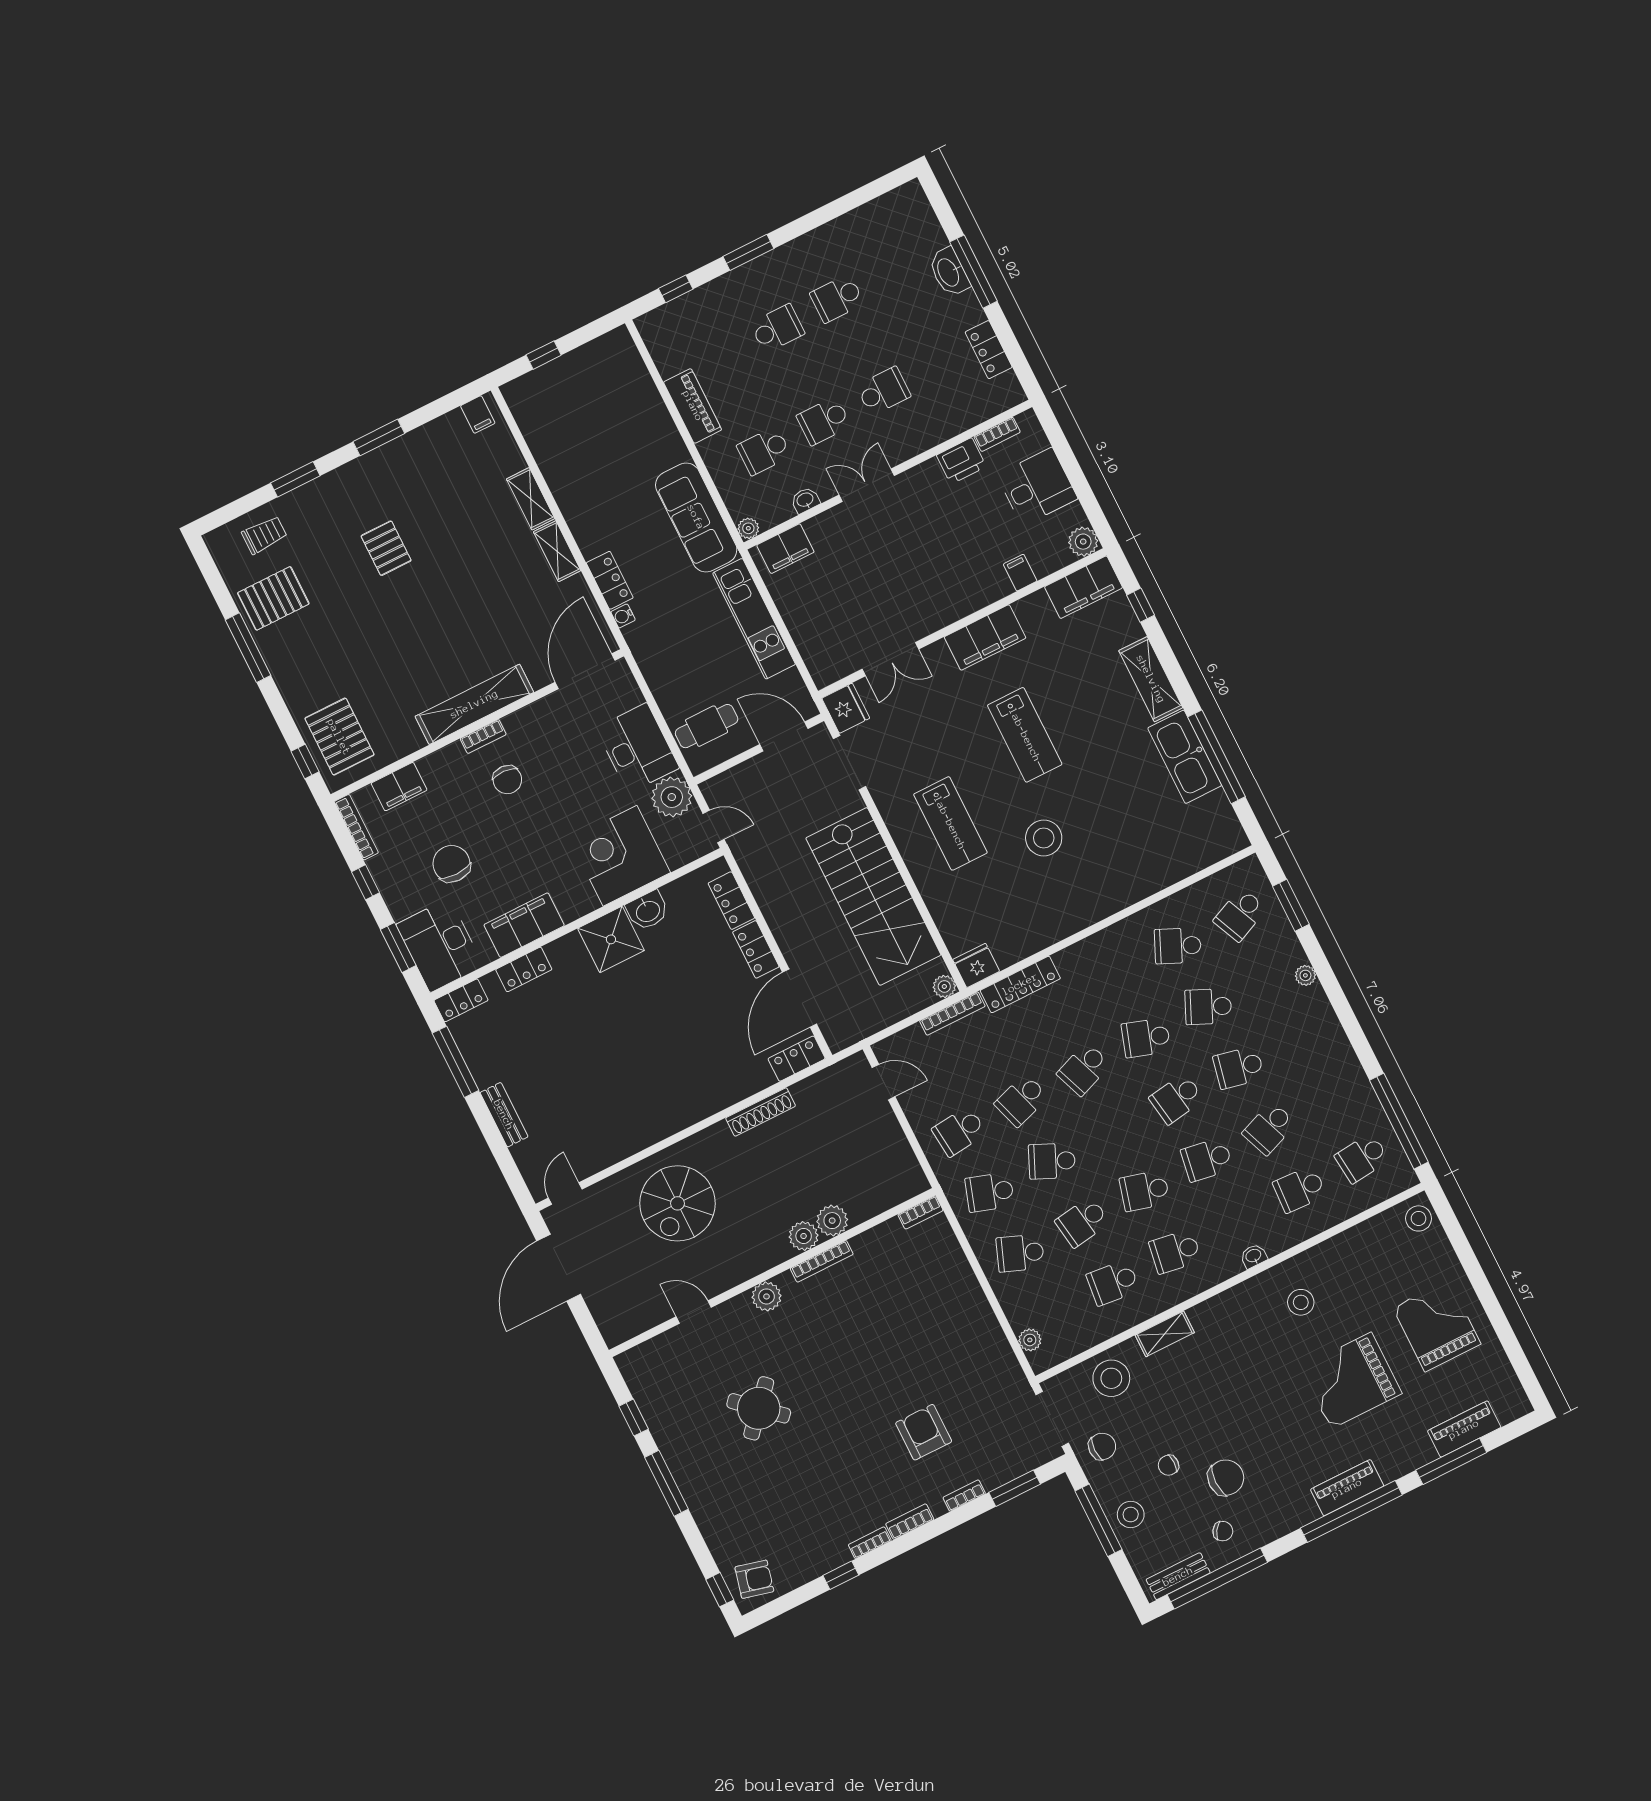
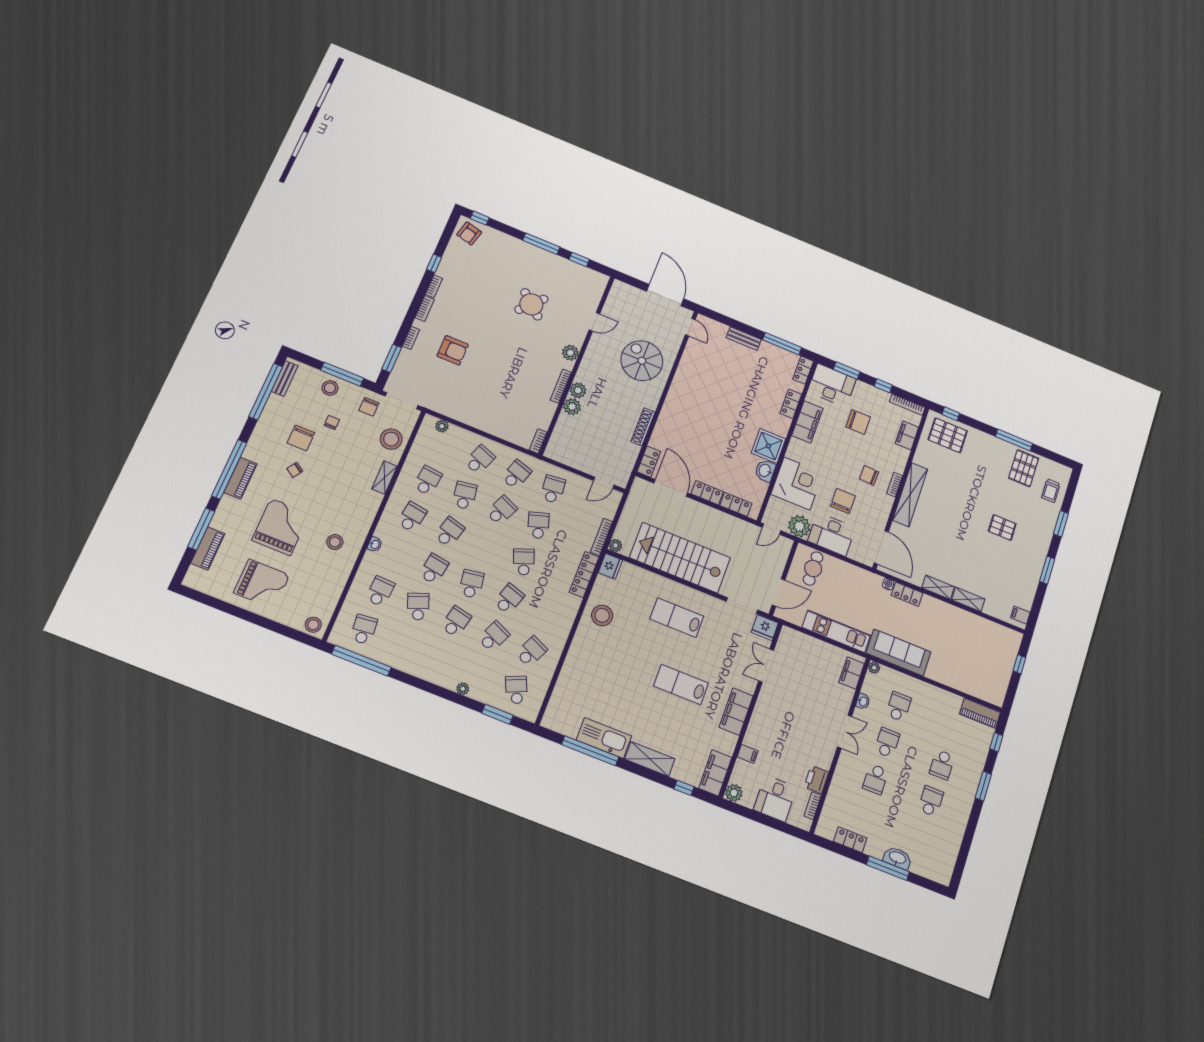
piano: (693, 406) -> (980, 713), moved
chair: (578, 778) -> (843, 501), added
stool: (1044, 838) -> (602, 615), moved
chair: (1223, 1531) -> (295, 470), moved

